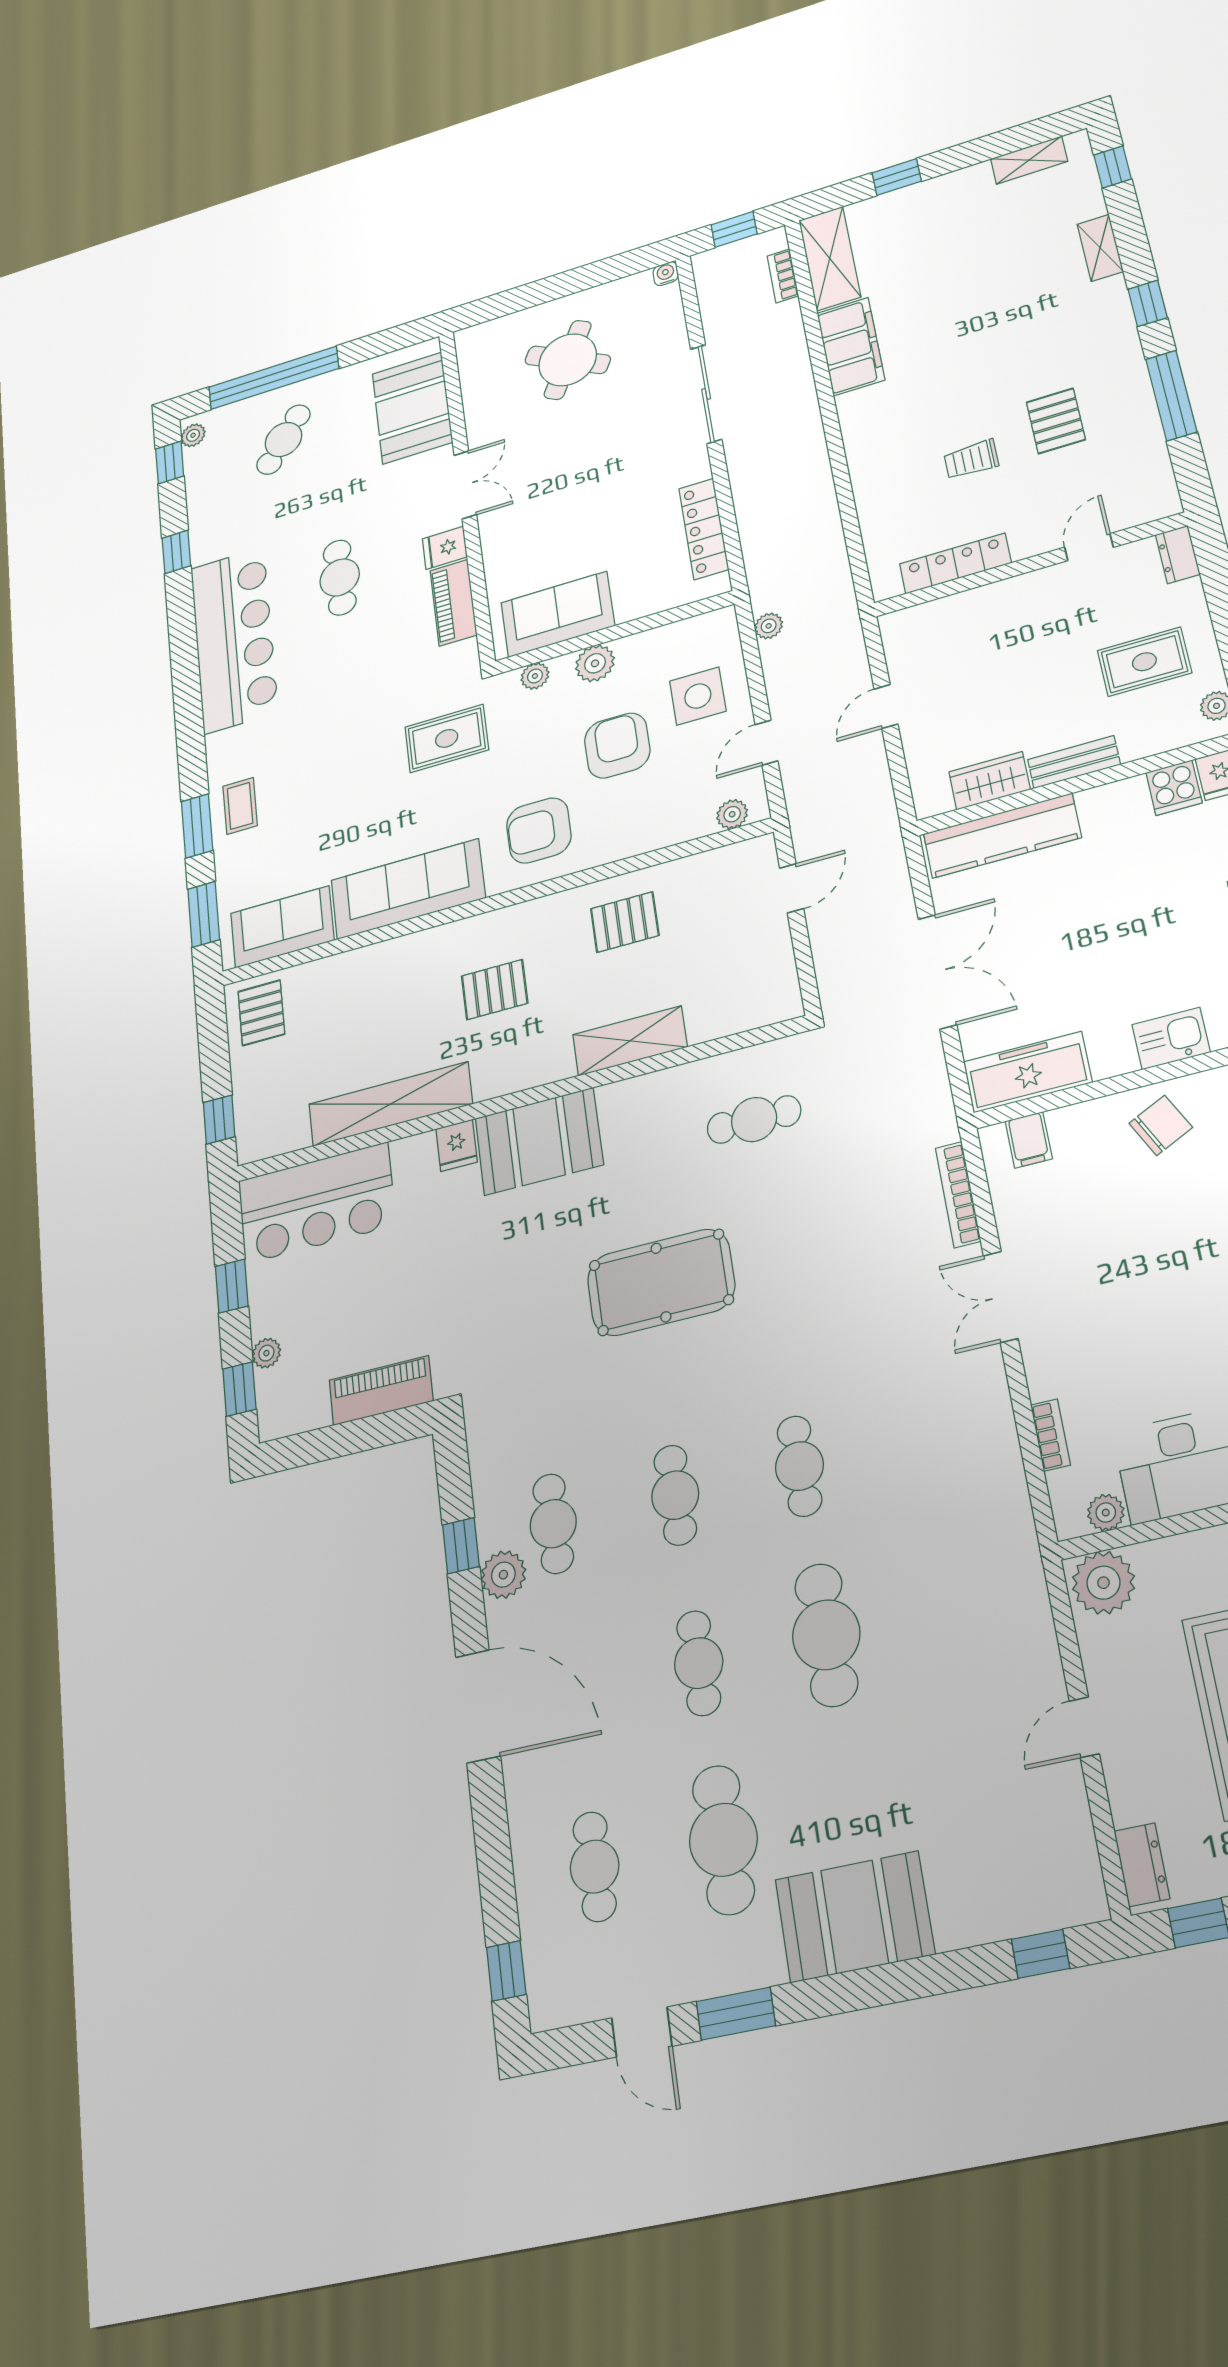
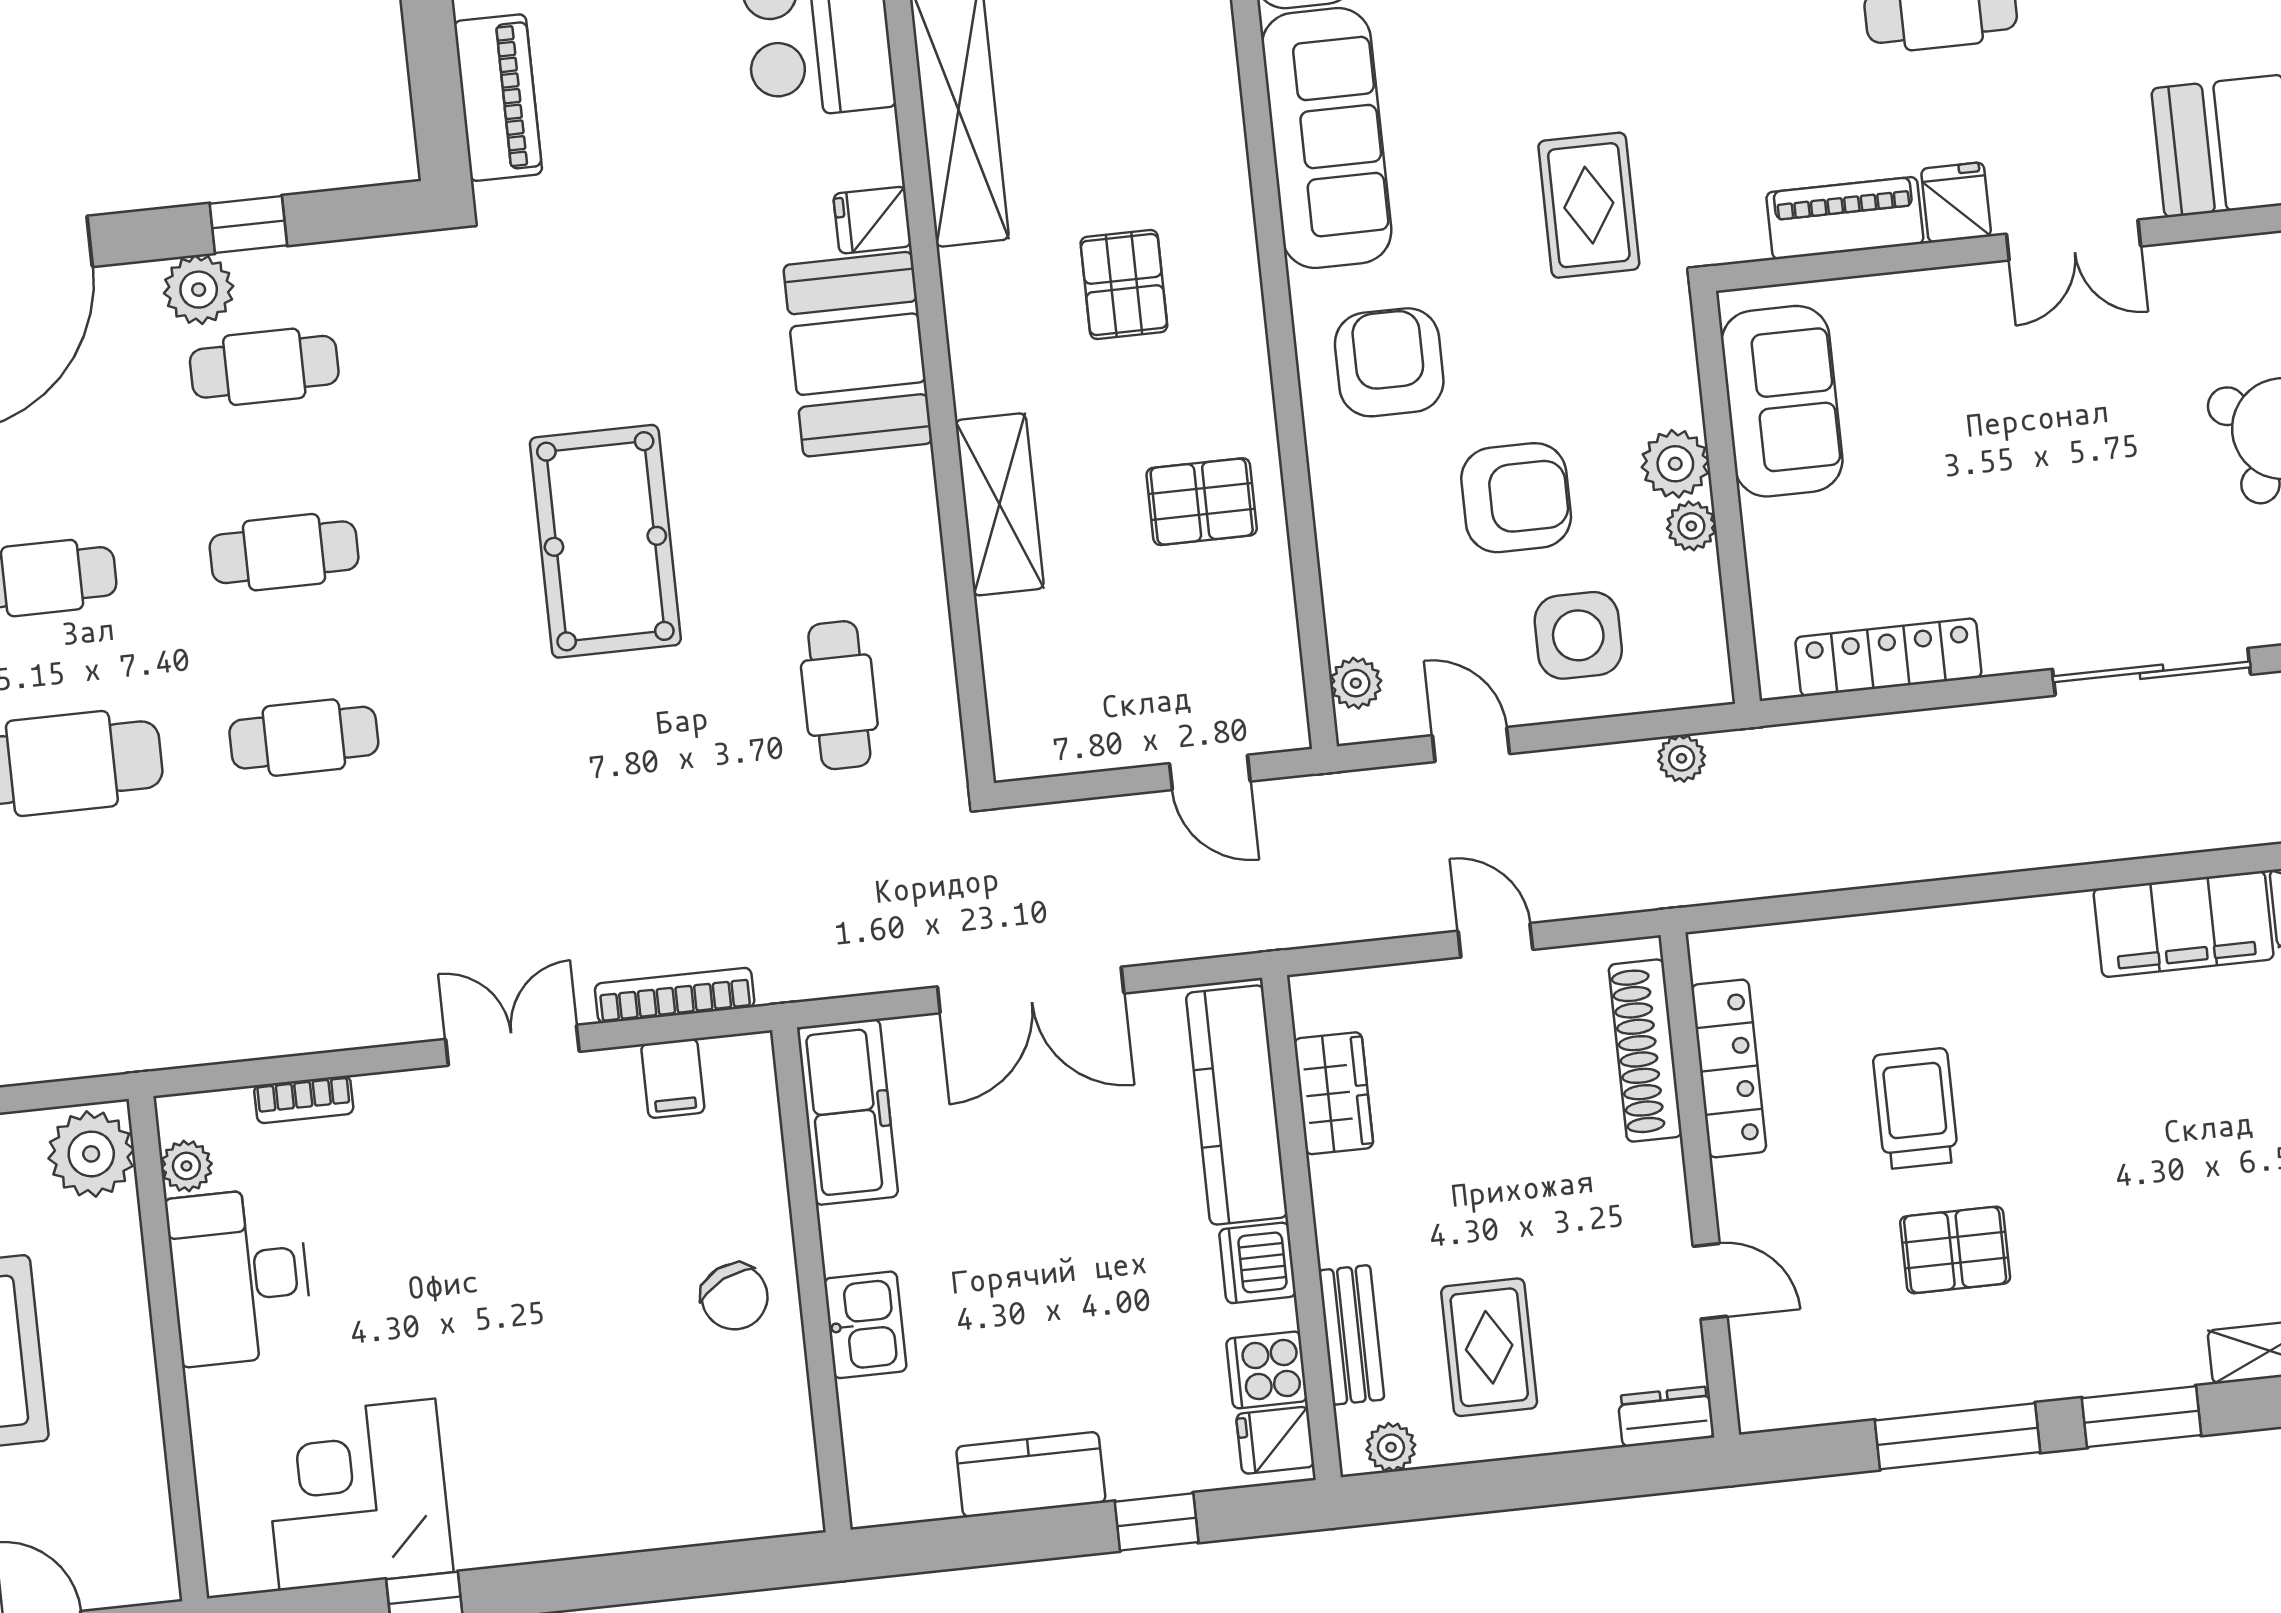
window: (1148, 303) -> (2141, 1417), width x1.50
trolley: (971, 459) -> (1916, 1109), width x1.36, depth x1.39
shoe rack: (948, 611) -> (1645, 1051), added
plant: (535, 676) -> (1691, 526), moved
bench: (1074, 762) -> (1351, 1335), moved
dishwasher: (1104, 805) -> (1258, 1263), added
pallet: (625, 922) -> (1202, 502), turned 90
filing cabinet: (1029, 1140) -> (673, 1078), moved, turned -90

